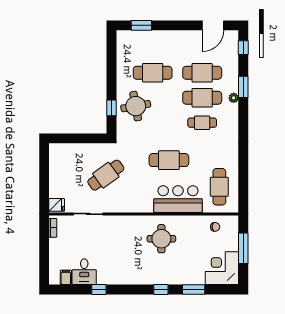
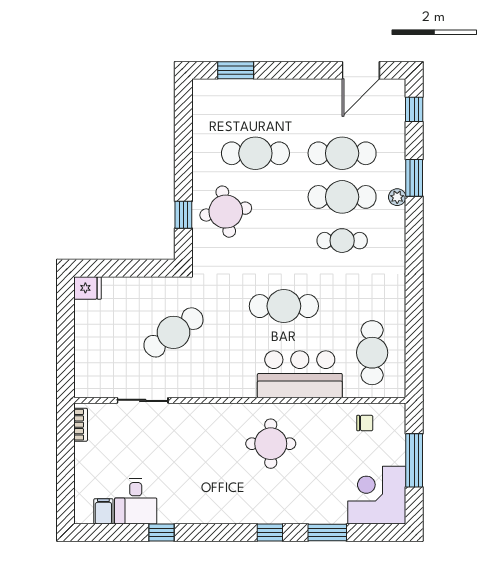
fridge: (57, 205) -> (88, 288), moved

